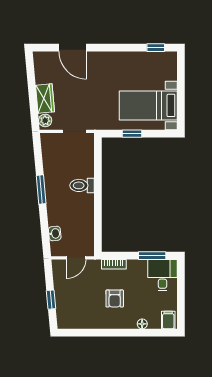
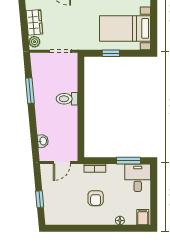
window: (41, 190) -> (30, 91), moved

